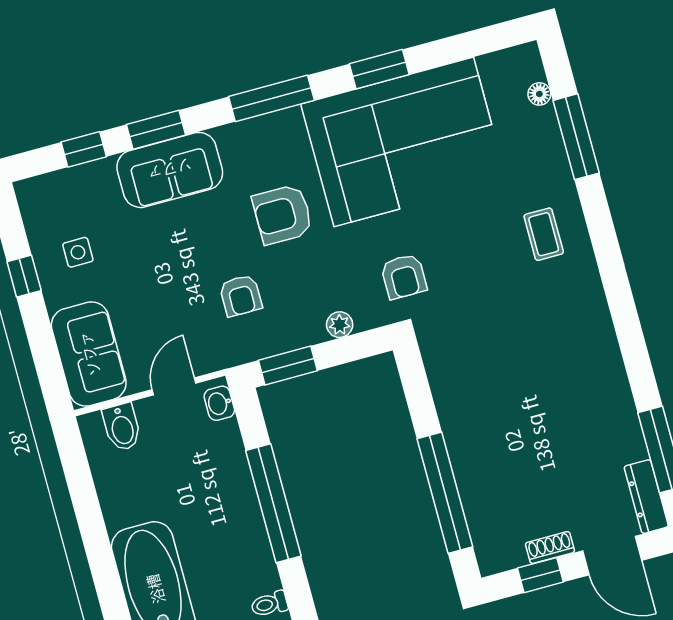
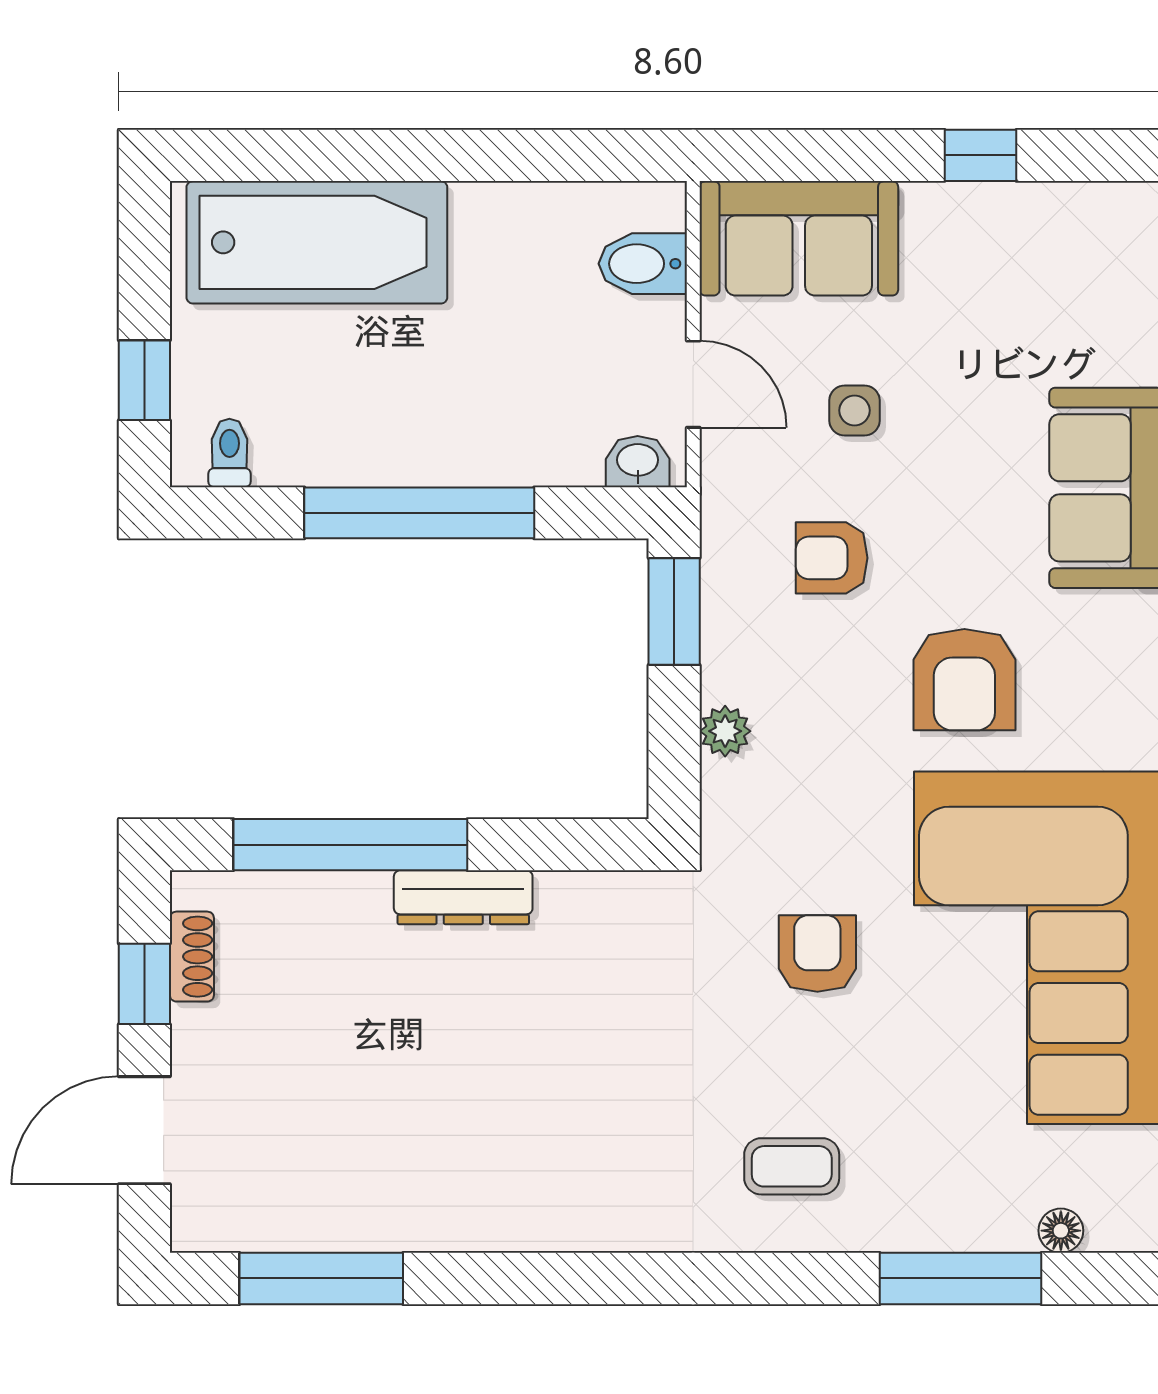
armchair: (283, 214) -> (964, 680), turned 180
side table: (78, 252) -> (854, 410), moved
armchair: (404, 276) -> (817, 954), moved, turned 90
dresser: (646, 497) -> (463, 897), moved, turned 180
shoe rack: (550, 548) -> (192, 957), moved

